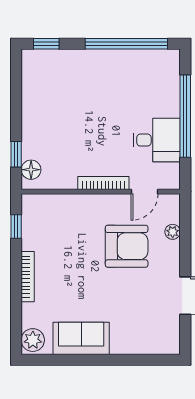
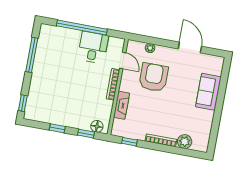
window: (126, 44) -> (32, 55), width x0.68
window: (16, 107) -> (57, 128), added
fireplace: (72, 203) -> (122, 105), added
sofa: (81, 338) -> (208, 92), moved
plant: (33, 340) -> (185, 142), moved

